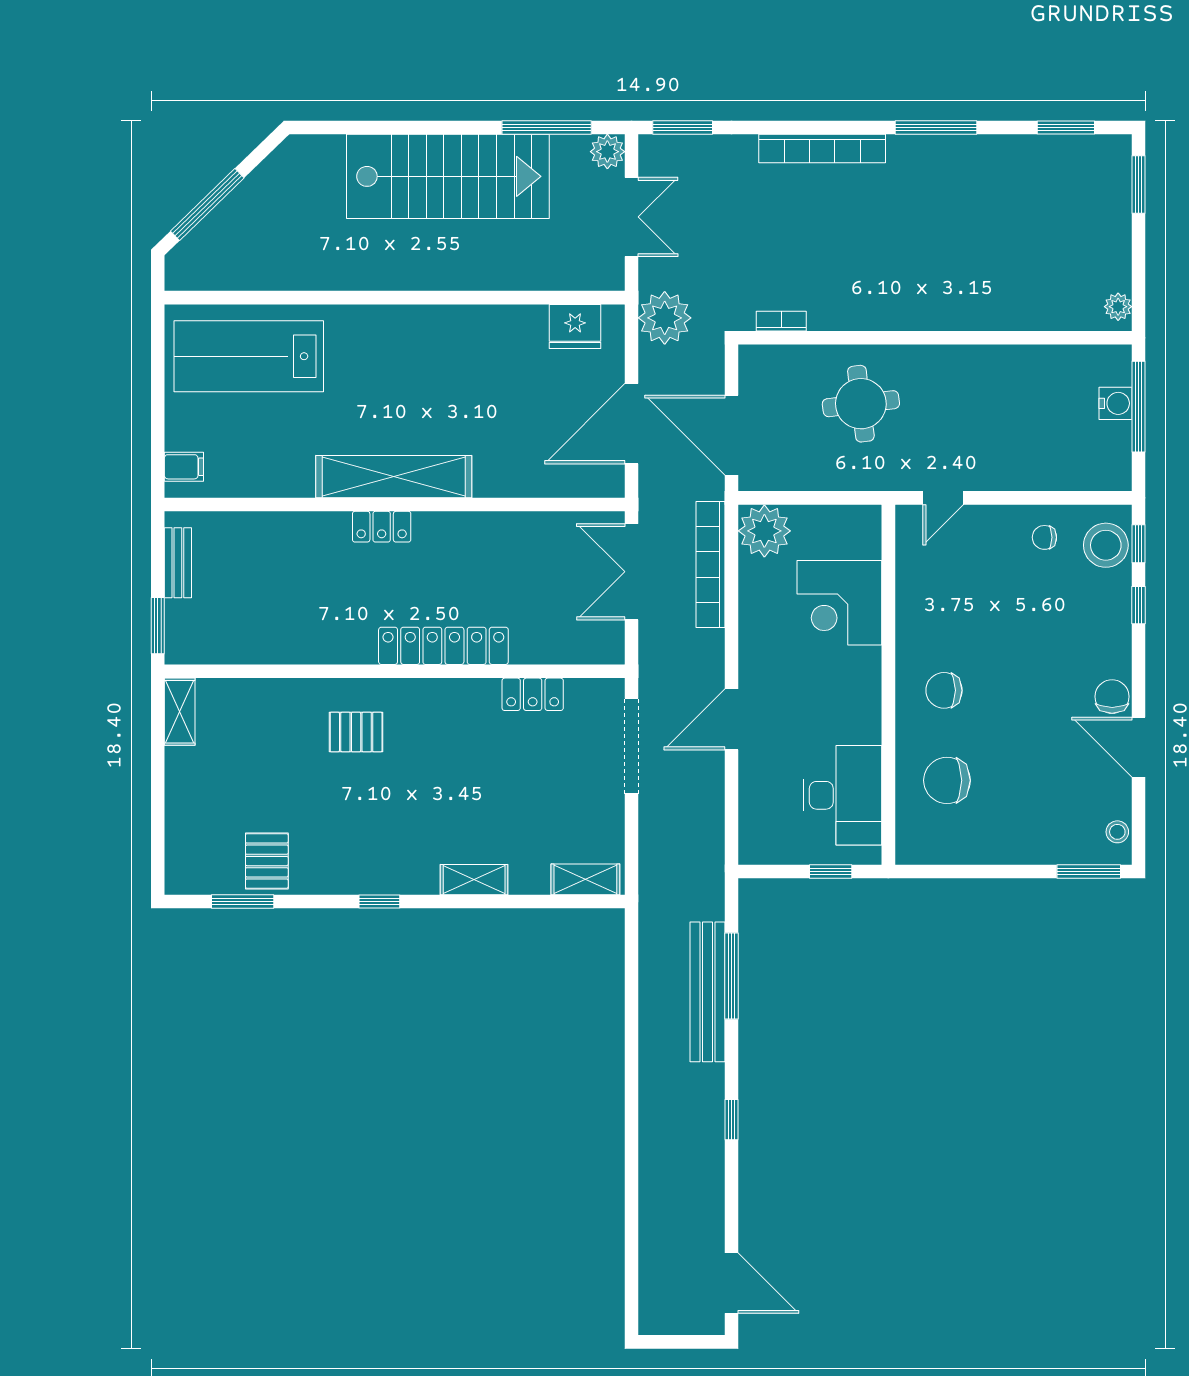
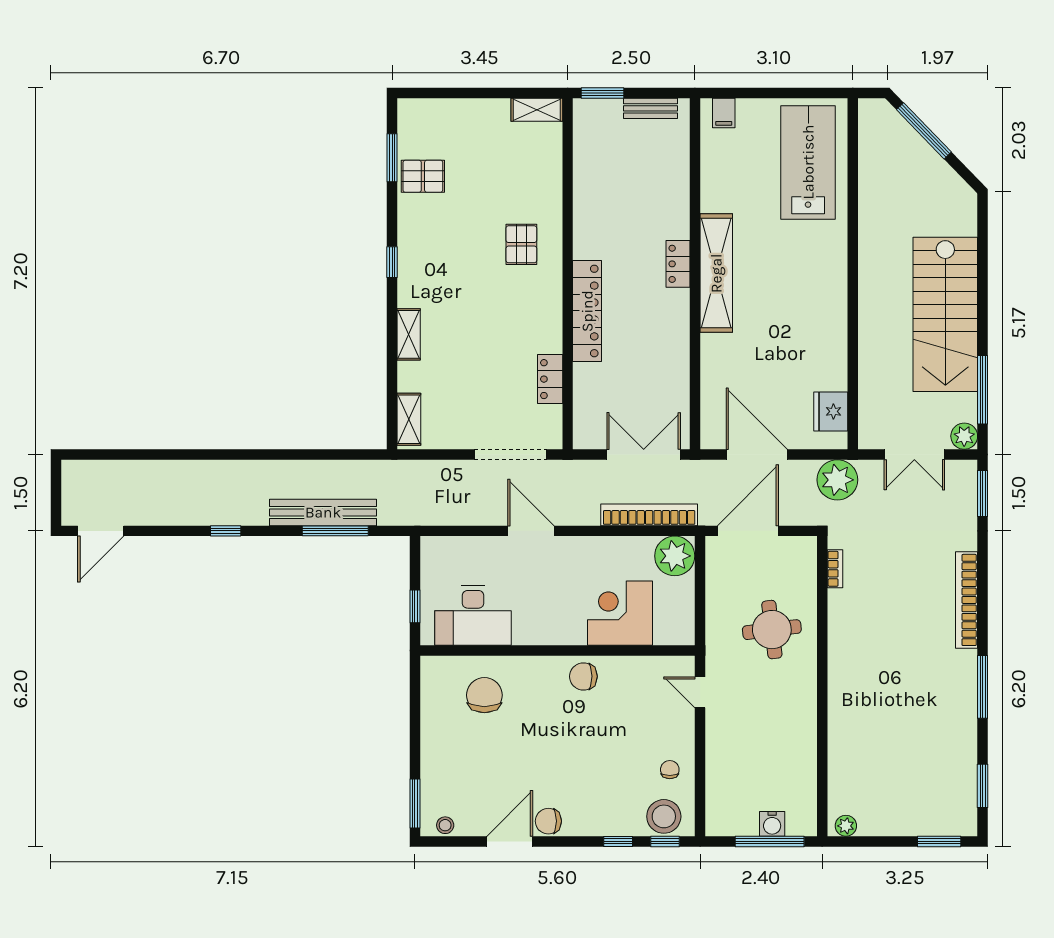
chair: (944, 690) -> (583, 676), moved, turned -90
chair: (1112, 697) -> (548, 821), turned 180

